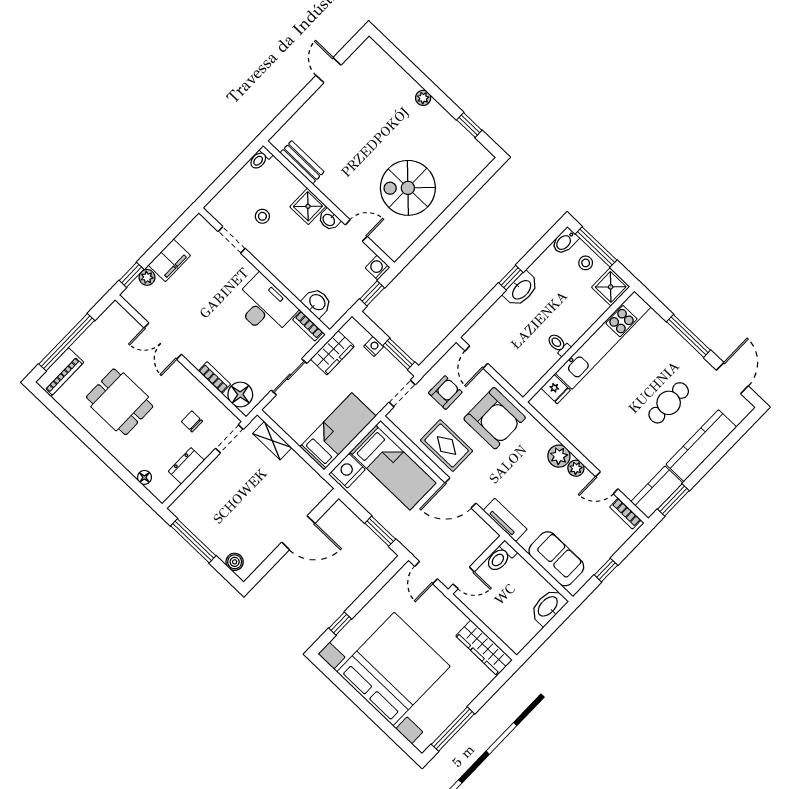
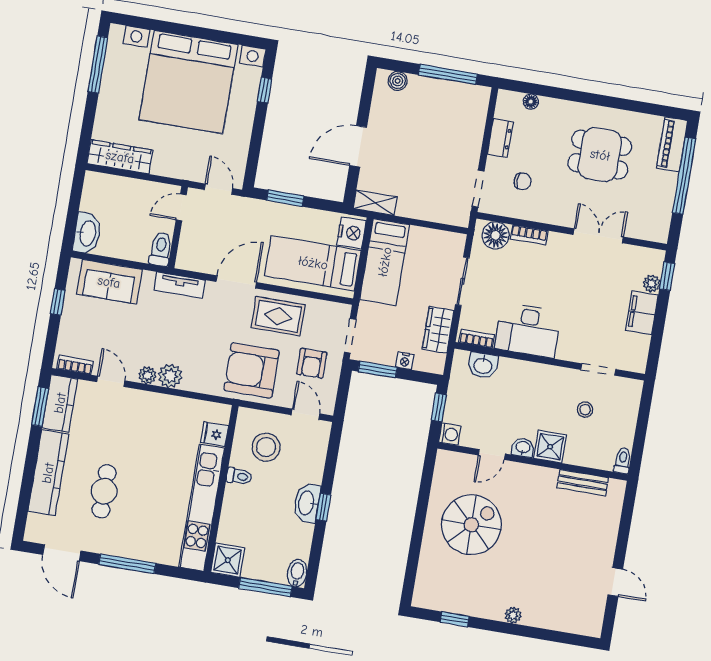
stool: (586, 263) -> (266, 447), moved, width x1.89, depth x1.89
shelving: (272, 441) -> (375, 203), moved
door: (607, 483) -> (111, 381), hinge flipped

